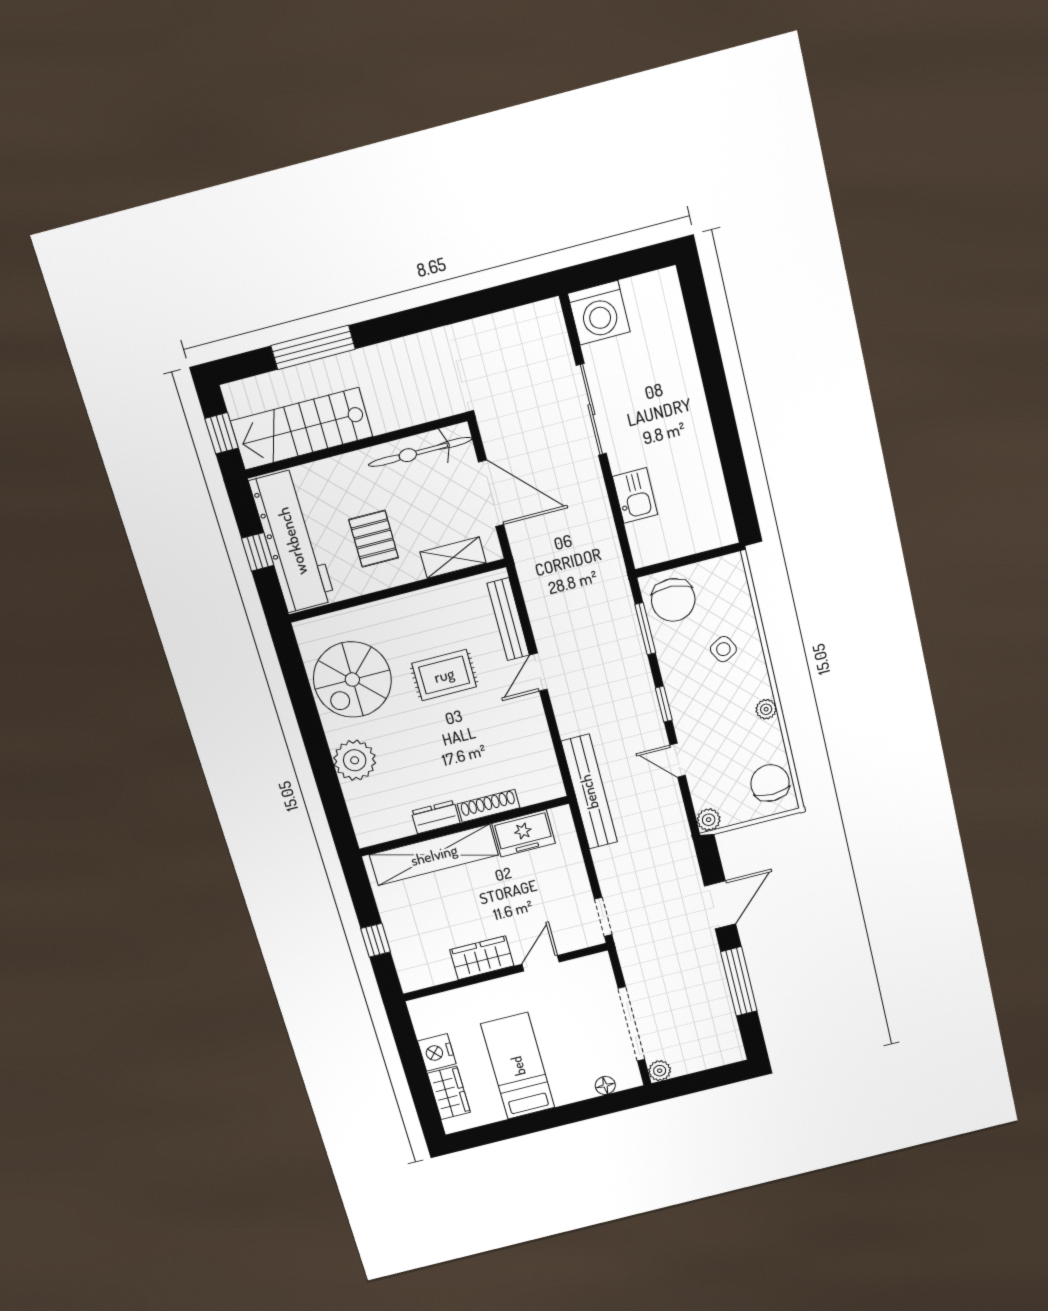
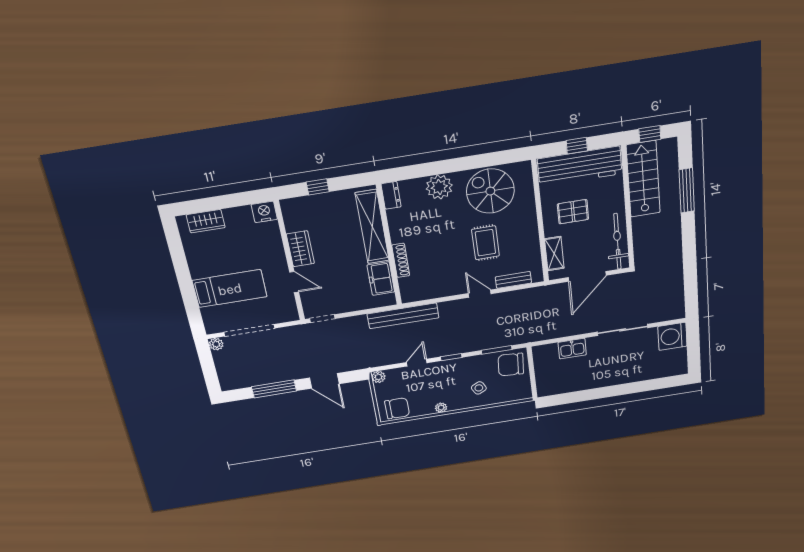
bench: (508, 619) -> (513, 280), width x0.73
dresser: (436, 817) -> (391, 195), moved
nightstand: (437, 1052) -> (264, 212), moved
bed: (518, 1066) -> (230, 289), moved
floor lamp: (605, 1085) -> (207, 313), removed

